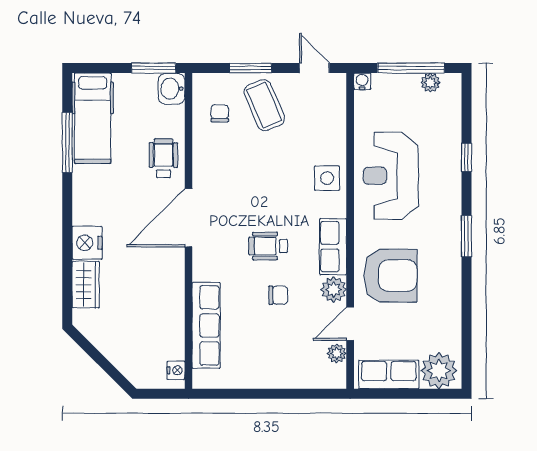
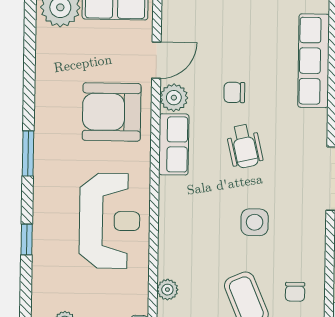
side table: (327, 178) -> (255, 222), moved
wheelchair: (268, 246) -> (245, 146), turned 77
plant: (337, 353) -> (167, 290), moved

